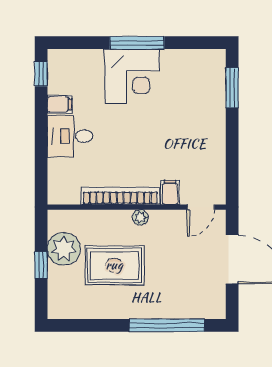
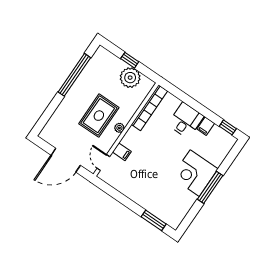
bookcase: (120, 196) -> (149, 108), moved
rug: (114, 265) -> (99, 116), moved
window: (167, 325) -> (74, 75), moved

